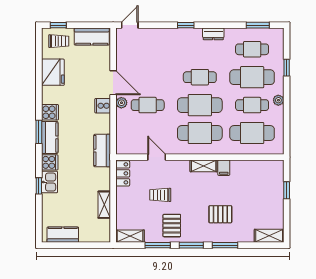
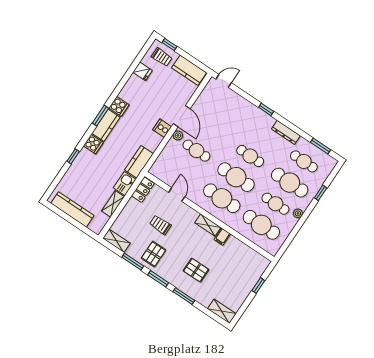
dresser: (213, 34) -> (286, 132), width x1.44
fridge: (53, 72) -> (142, 71), width x0.53, depth x0.75
kitchen sink: (50, 182) -> (125, 184), moved, turned 180
kitchen counter: (63, 235) -> (72, 209), width x1.50

